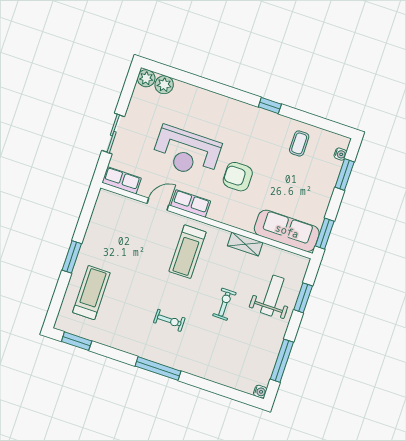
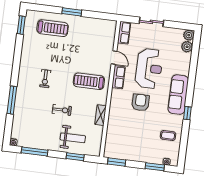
reception desk: (187, 152) -> (149, 69), turned 180
sofa: (287, 231) -> (178, 95), moved, turned 180
window: (158, 369) -> (12, 100), moved

